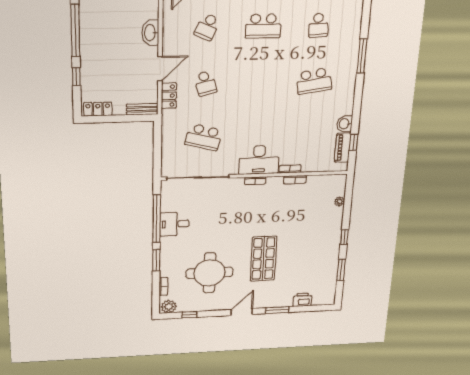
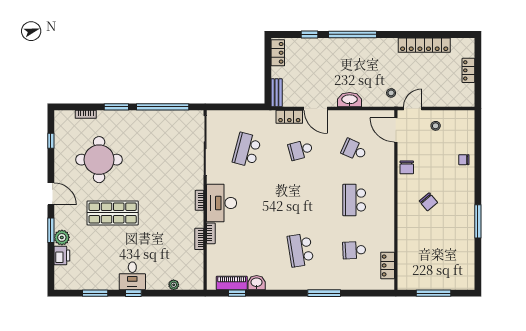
desk: (175, 224) -> (132, 276), moved, turned 180
plant: (169, 307) -> (62, 237), moved

